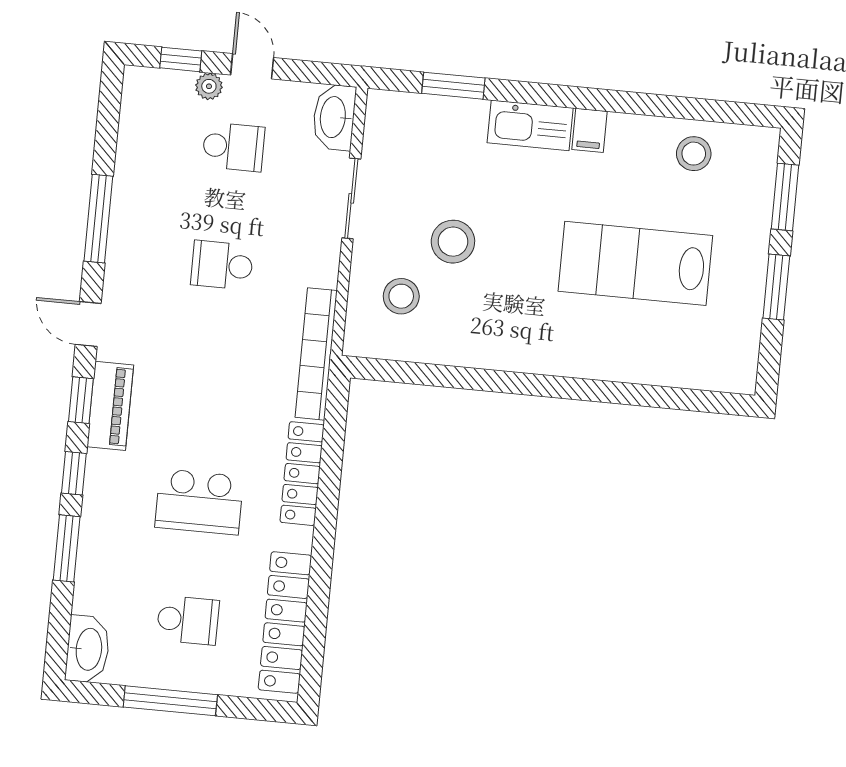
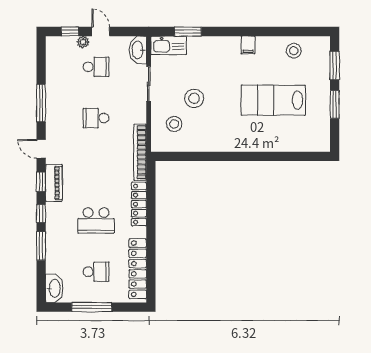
kitchen sink: (530, 125) -> (169, 45), moved

